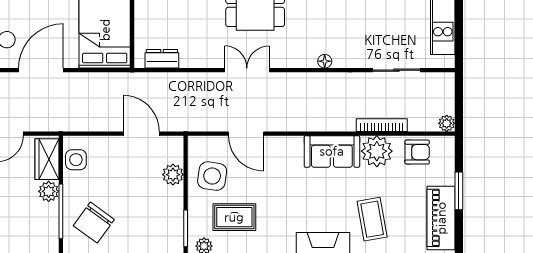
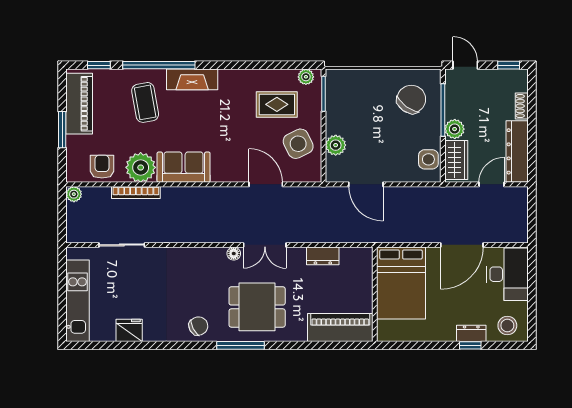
dresser: (162, 59) -> (323, 256), moved
floor lamp: (325, 61) -> (234, 254), moved
armchair: (417, 152) -> (102, 167), turned 90
side table: (212, 176) -> (298, 144), turned -34

